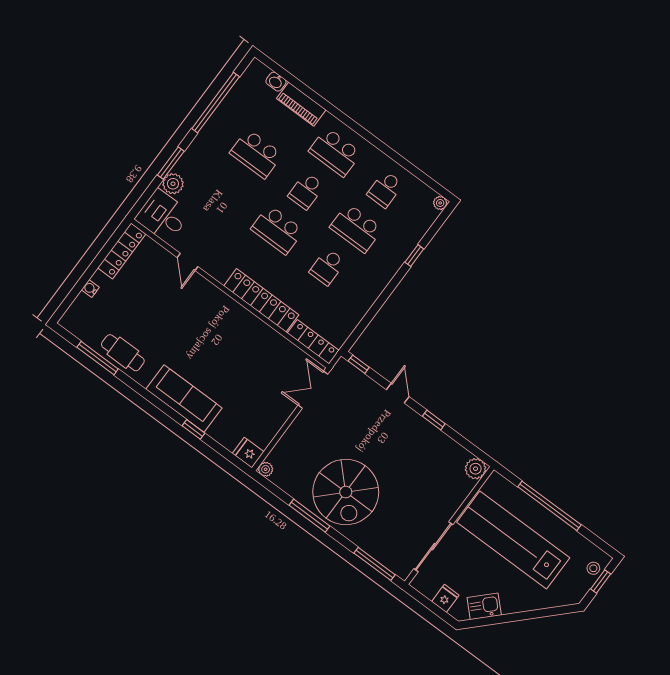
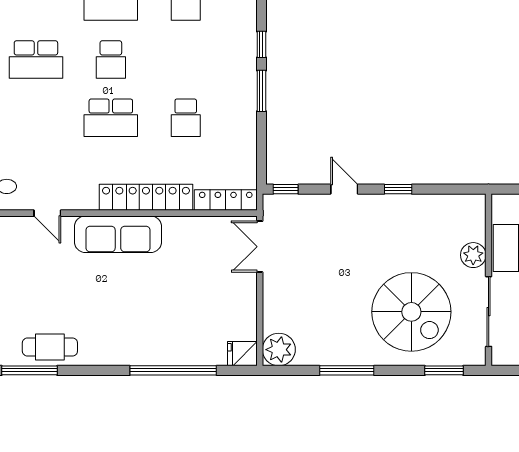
school desk: (356, 228) -> (186, 60), removed
window: (391, 287) -> (261, 91), added
sofa: (184, 399) -> (118, 234), moved, turned 180
window: (194, 429) -> (173, 370), width x3.17
plant: (266, 469) -> (279, 350), width x1.88, depth x1.88
plant: (476, 469) -> (473, 255), moved
spiral stairs: (346, 492) -> (411, 312), moved
window: (375, 564) -> (444, 370), width x0.69

